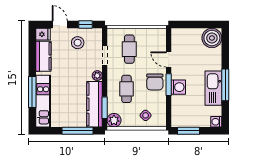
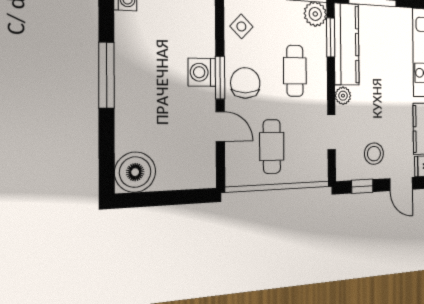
cafe table: (129, 49) -> (272, 146), moved
kitchen sink: (213, 88) -> (132, 69), removed
side table: (146, 115) -> (241, 26), moved

